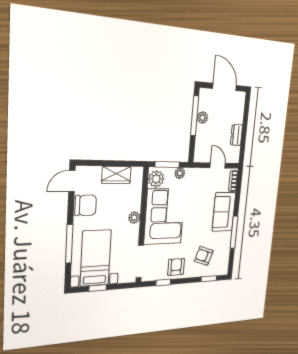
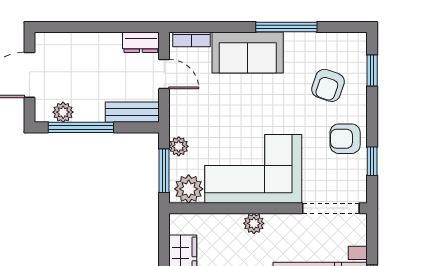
plant: (202, 118) -> (63, 112), moved
dresser: (236, 135) -> (141, 42), moved
bench: (200, 147) -> (132, 112), added
door: (218, 165) -> (164, 74), swing flipped

